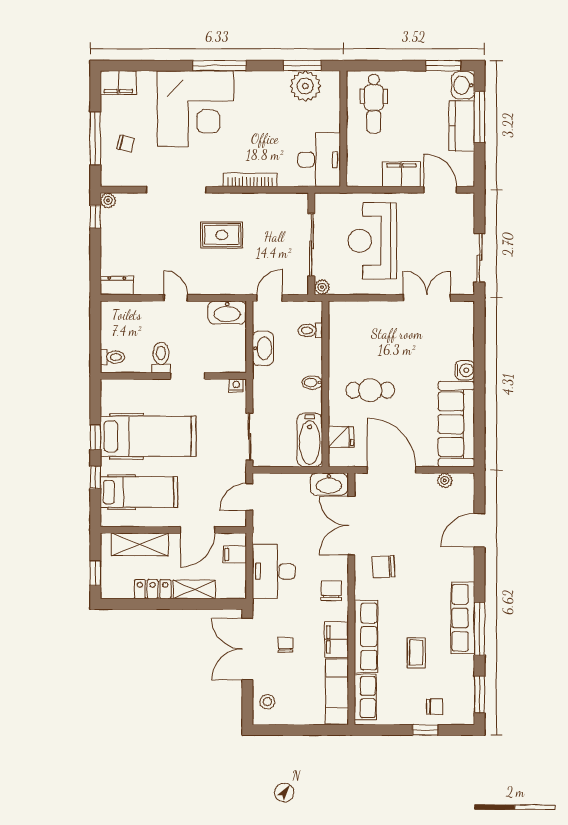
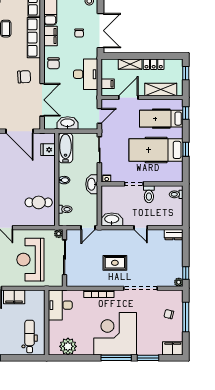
window: (302, 66) -> (148, 358), moved
corner desk: (195, 109) -> (115, 334), moved
reception desk: (372, 241) -> (30, 260), turned 180
washbasin: (263, 348) -> (92, 184), moved
cafe table: (370, 390) -> (39, 202), moved
window: (95, 477) -> (186, 113), moved
washbasin: (329, 484) -> (68, 123), moved

